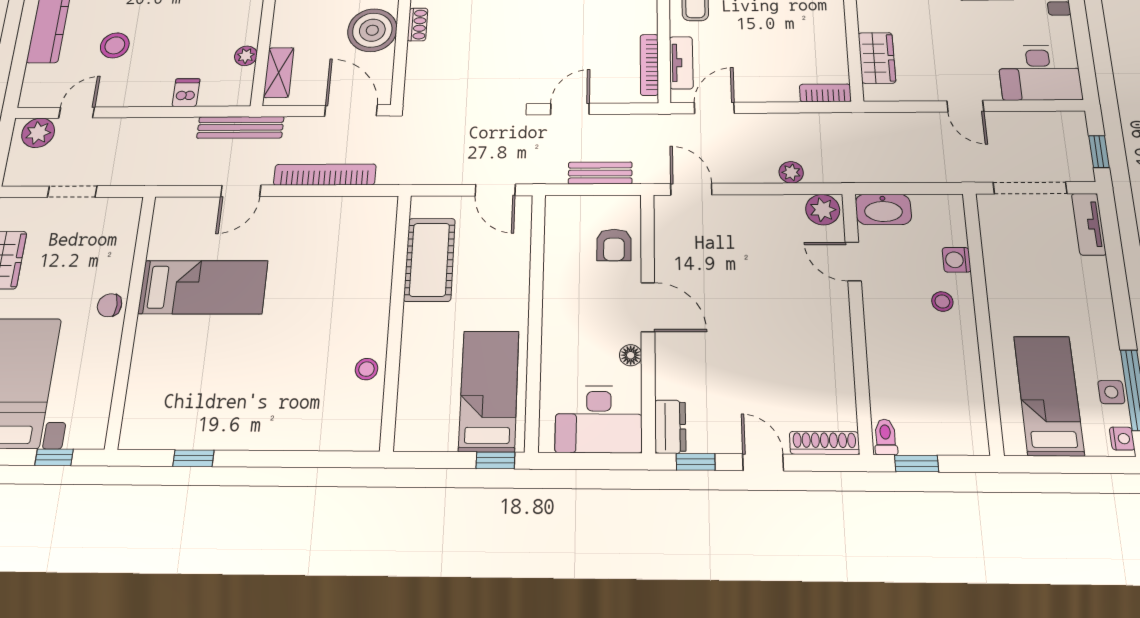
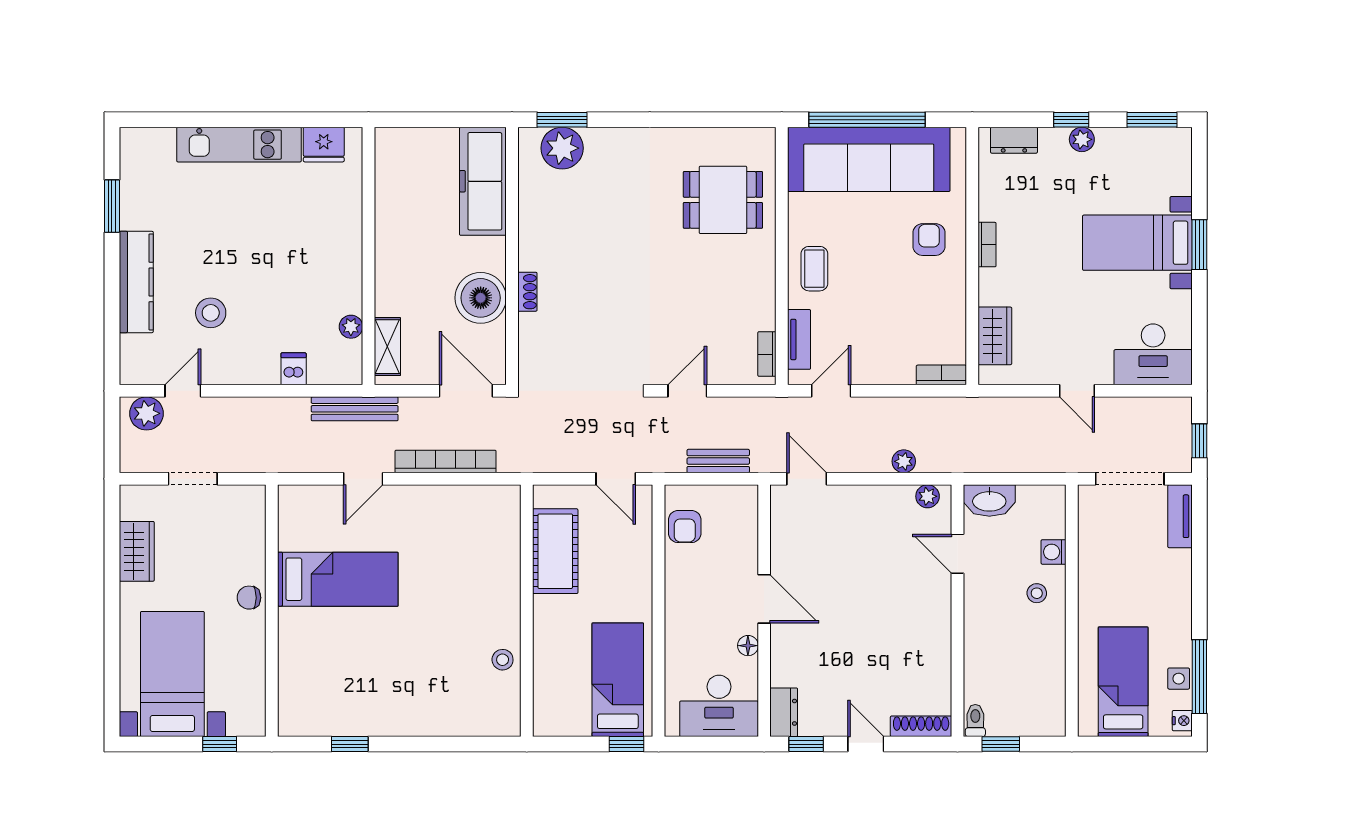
bookcase: (649, 65) -> (767, 354), width x0.64
plant: (823, 210) -> (928, 496), width x0.73, depth x0.73
armchair: (614, 245) -> (685, 527), moved

